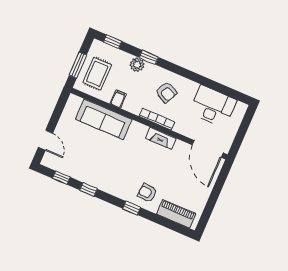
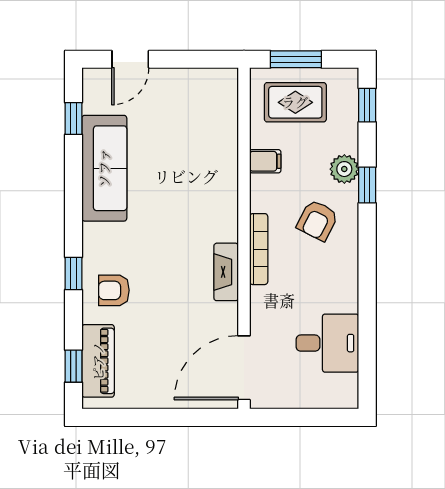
armchair: (166, 92) -> (317, 220), moved
desk: (213, 106) -> (327, 343), width x0.73
sofa: (104, 119) -> (104, 168), moved, turned 180
window: (89, 189) -> (73, 366), moved
armchair: (147, 193) -> (114, 290), turned -94

